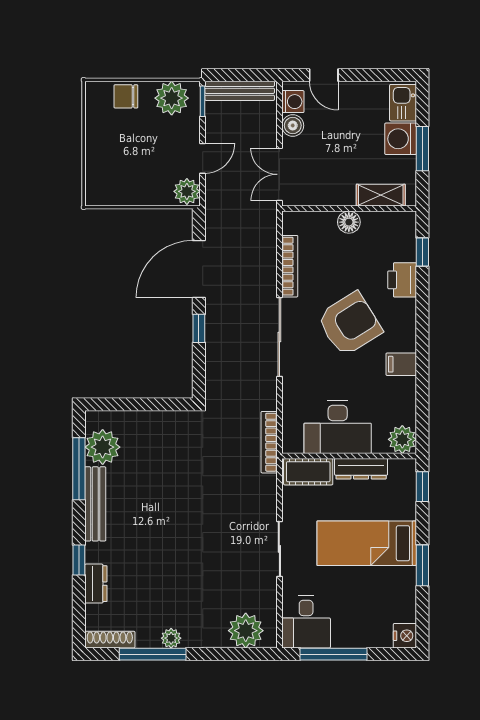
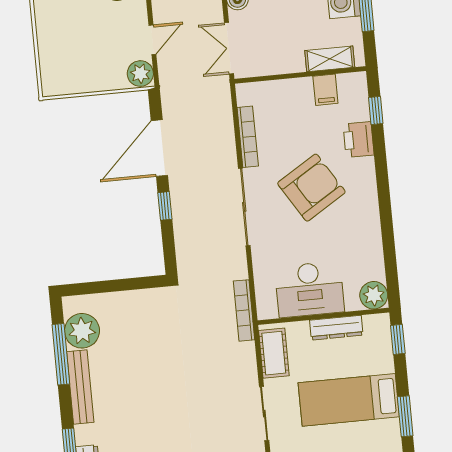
floor lamp: (349, 222) -> (301, 88), removed
filing cabinet: (401, 364) -> (325, 90), moved, turned -90
cot: (308, 472) -> (274, 353), moved, turned 90

